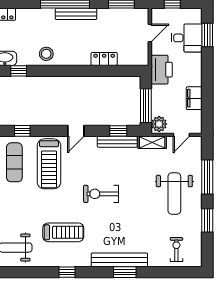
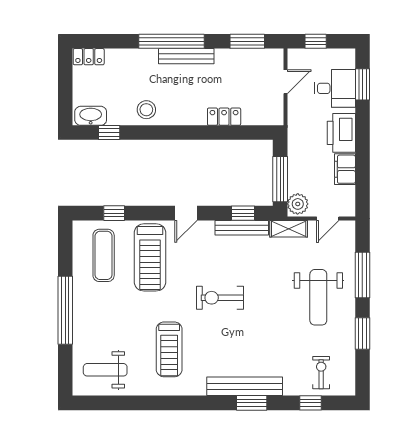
printer: (162, 70) -> (341, 133), moved, turned 180
treadmill: (63, 232) -> (169, 349), turned 90
window: (67, 272) -> (310, 403), moved

